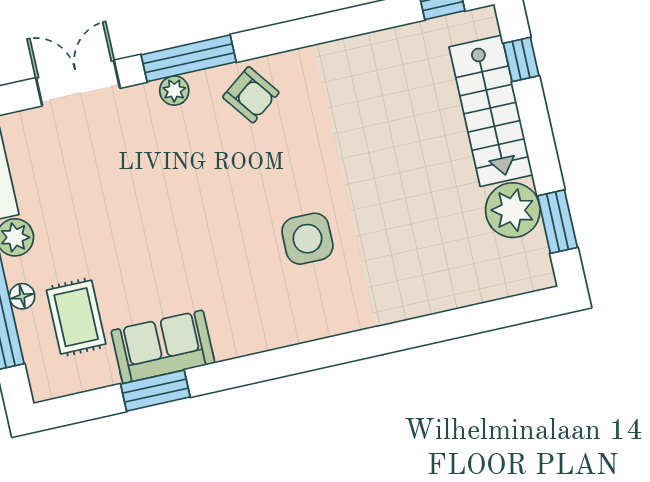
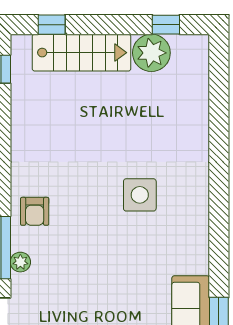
armchair: (251, 95) -> (35, 211), turned 127
window: (557, 222) -> (166, 25), width x0.67

